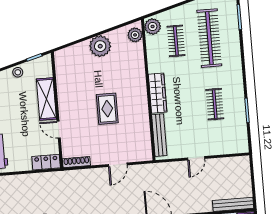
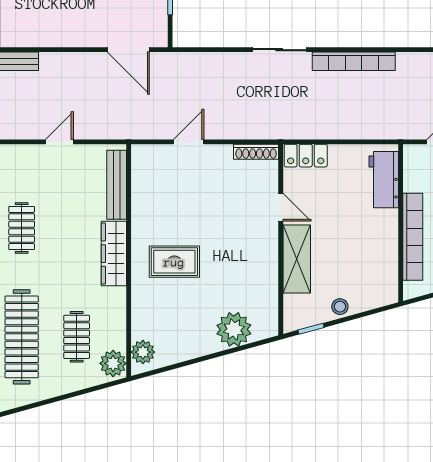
plant: (100, 46) -> (234, 329), moved
rug: (107, 109) -> (174, 262), moved, turned 90

